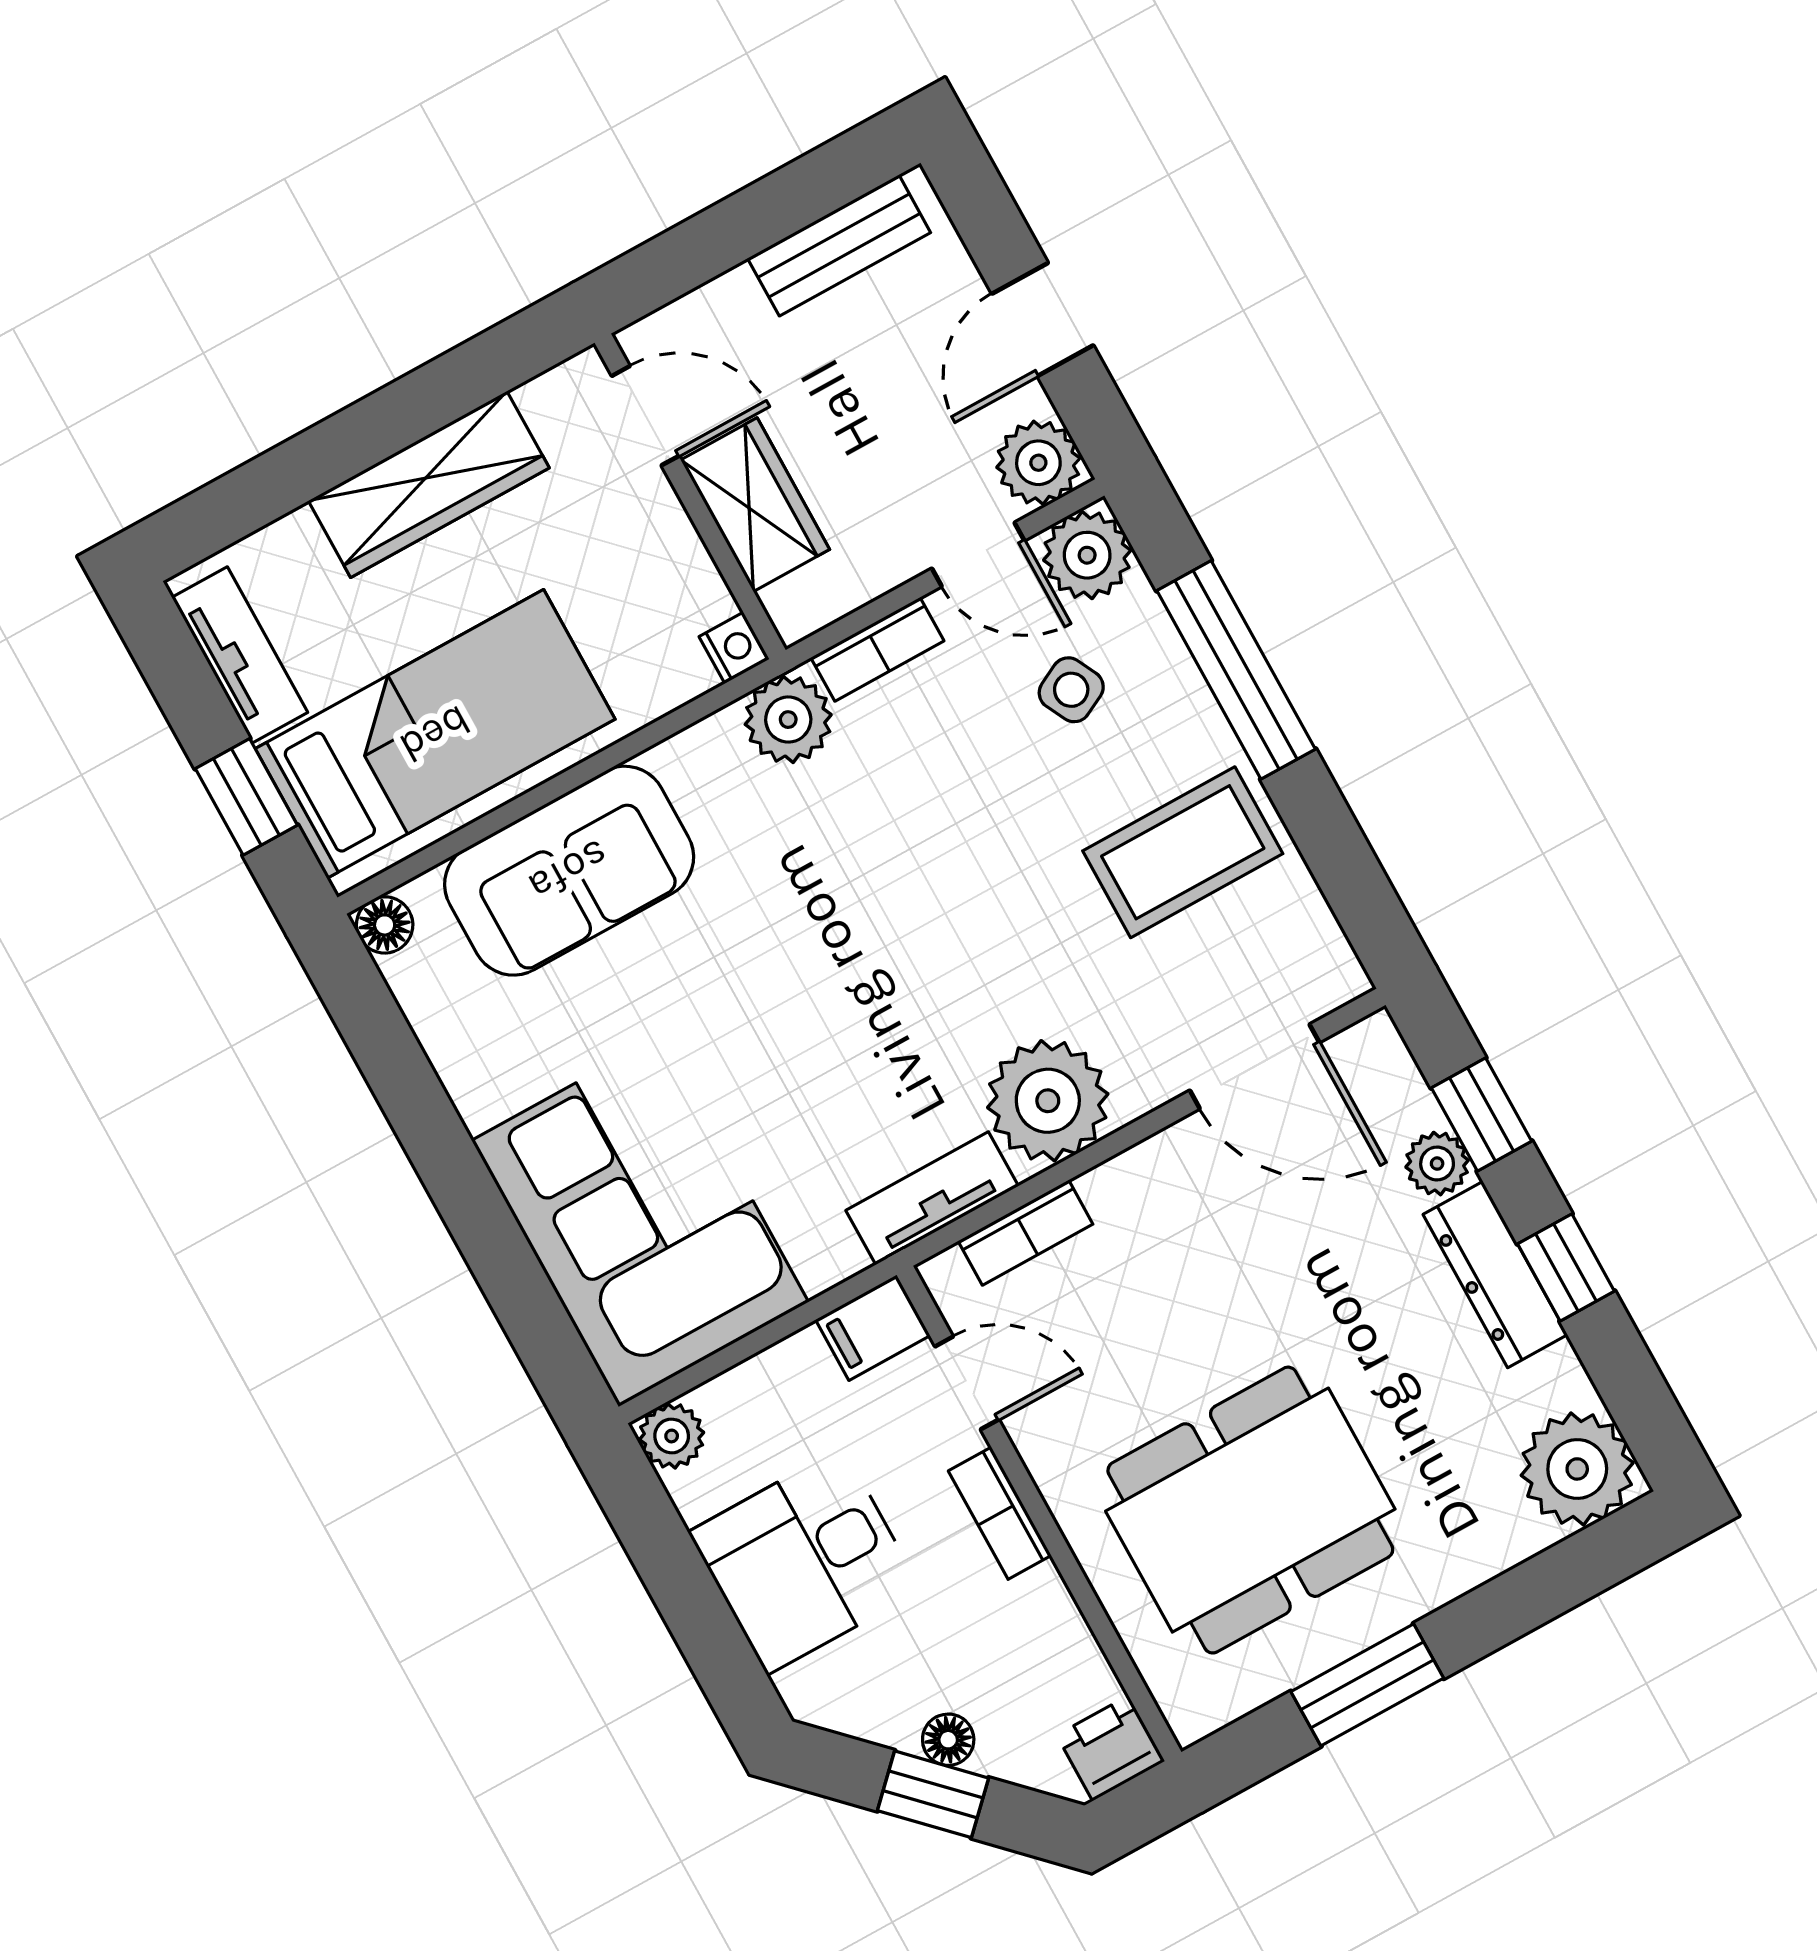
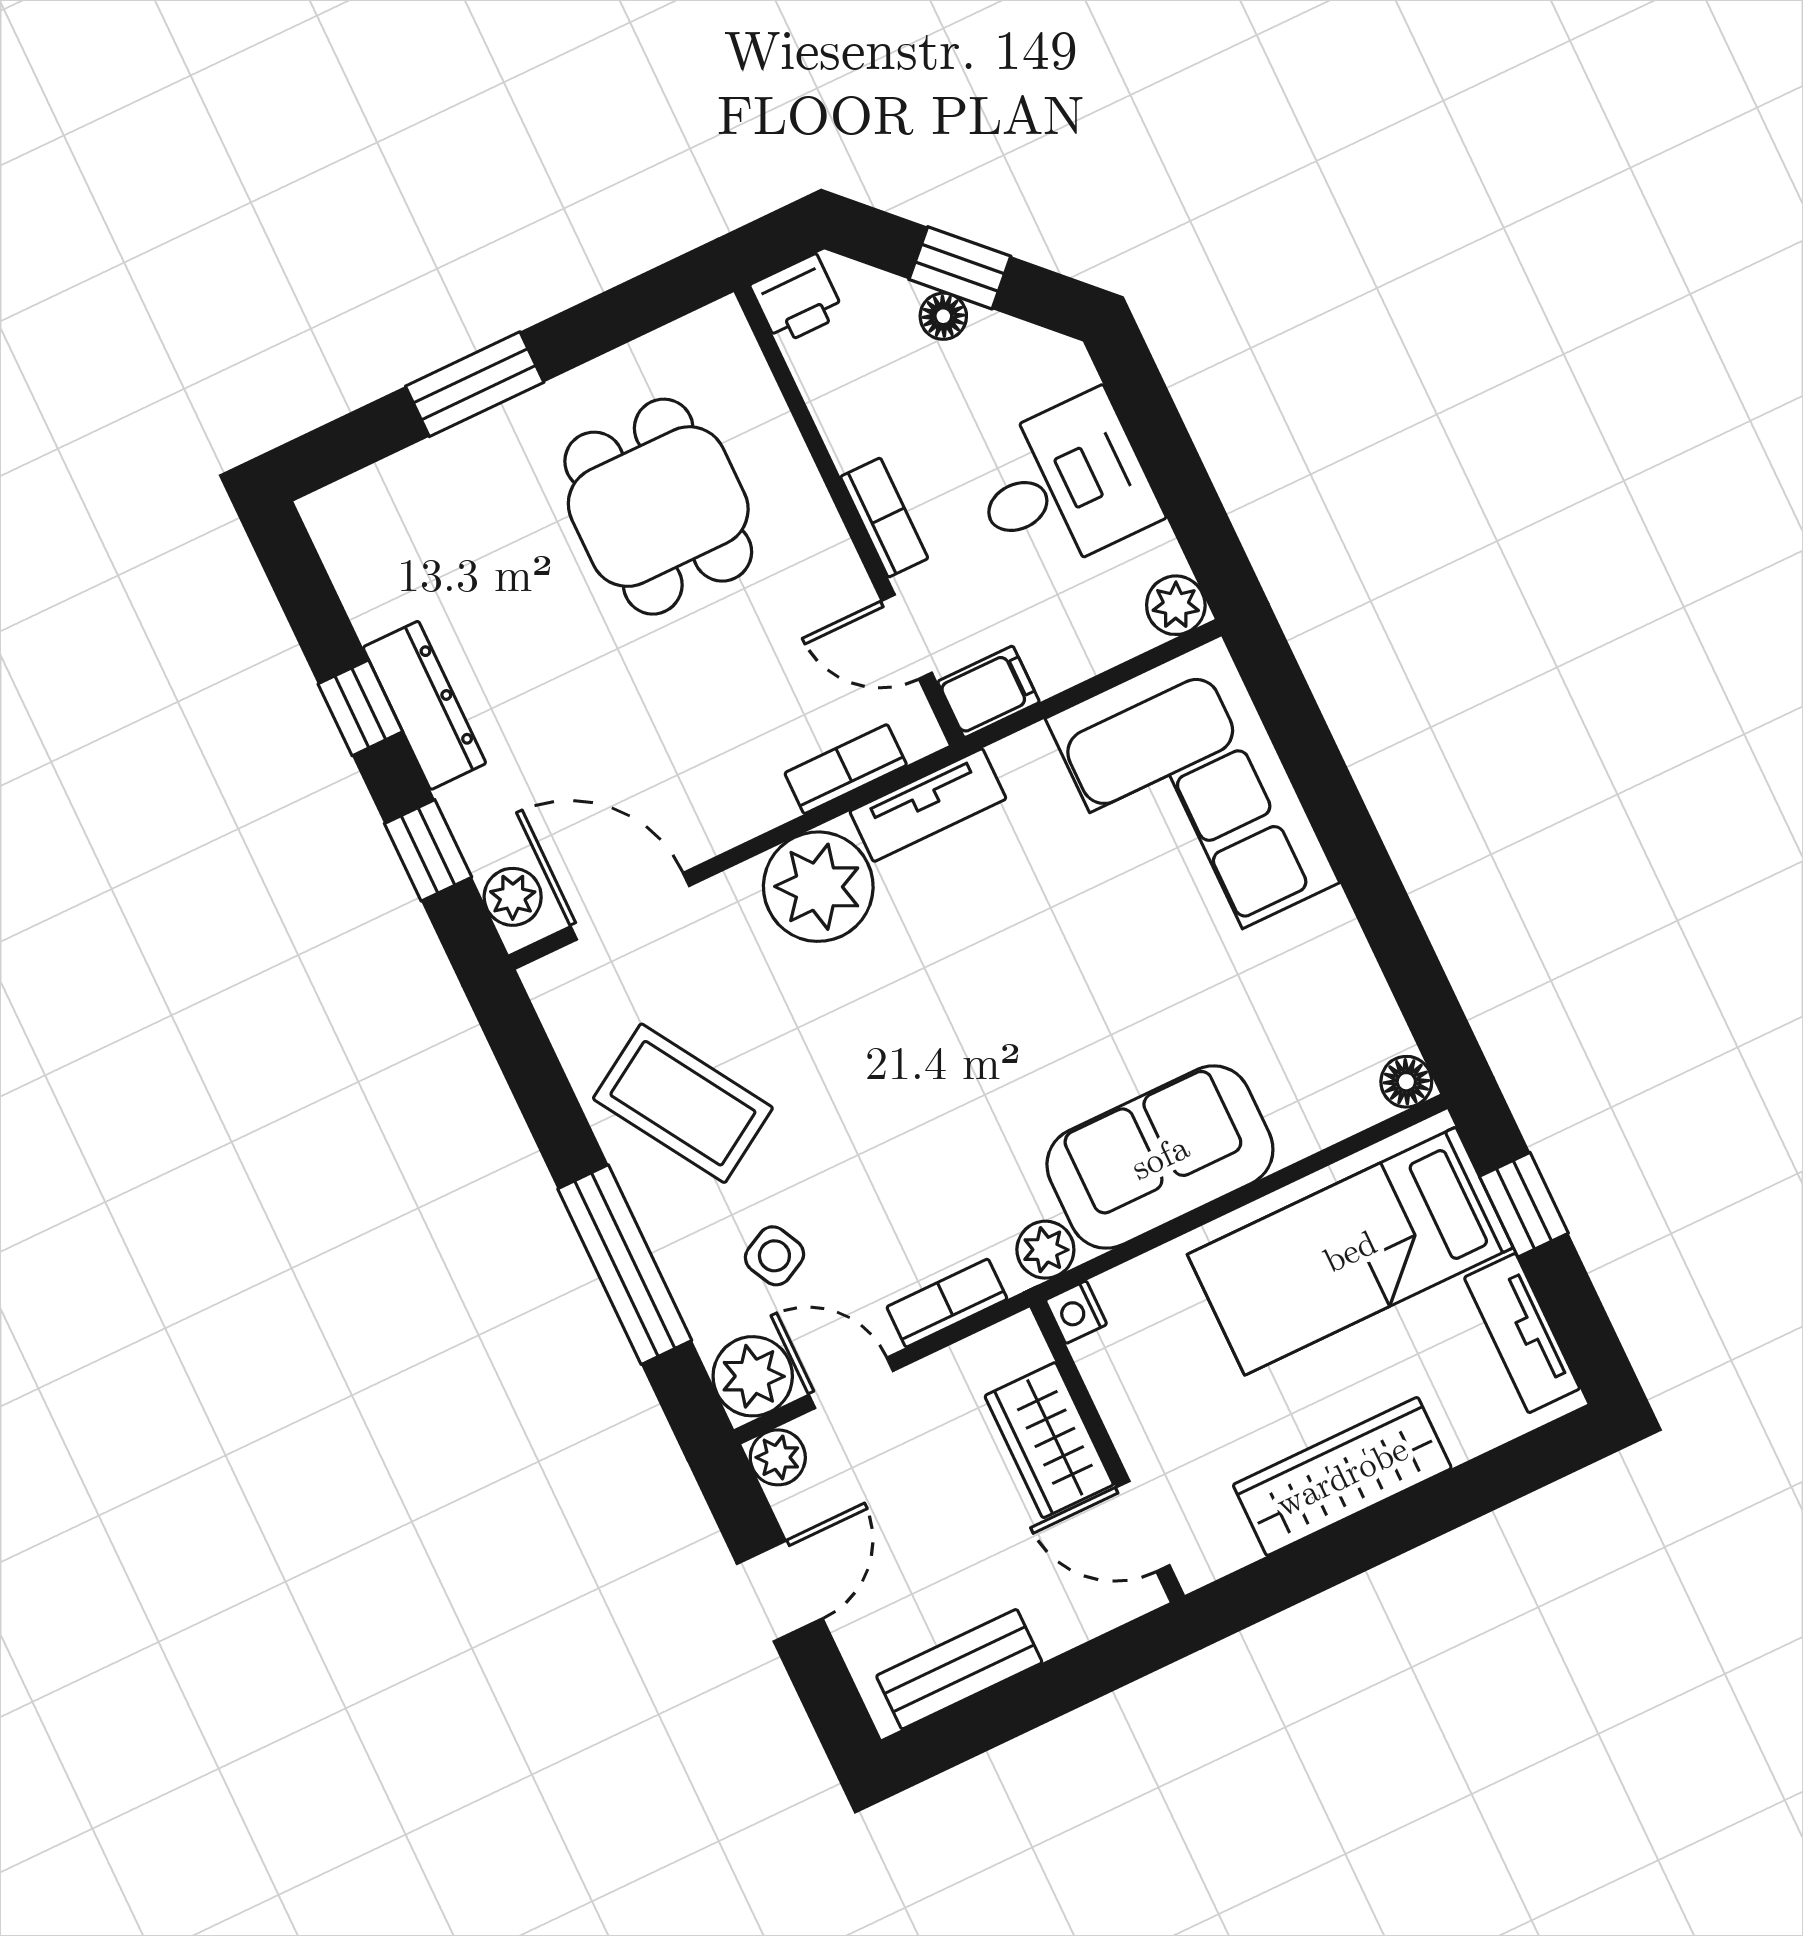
plant: (1038, 463) -> (778, 1457), width x0.73, depth x0.73
plant: (788, 720) -> (1045, 1250), width x0.73, depth x0.73
coffee table: (1183, 852) -> (683, 1103), turned 58
sofa: (569, 871) -> (1160, 1157), moved
plant: (1437, 1164) -> (513, 897), moved
plant: (1577, 1469) -> (361, 526), removed
dining table: (1250, 1510) -> (658, 507), width x0.73
window: (1367, 1685) -> (475, 384), moved

